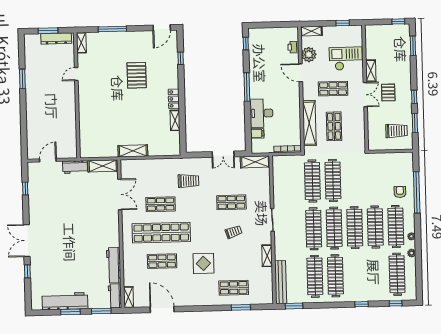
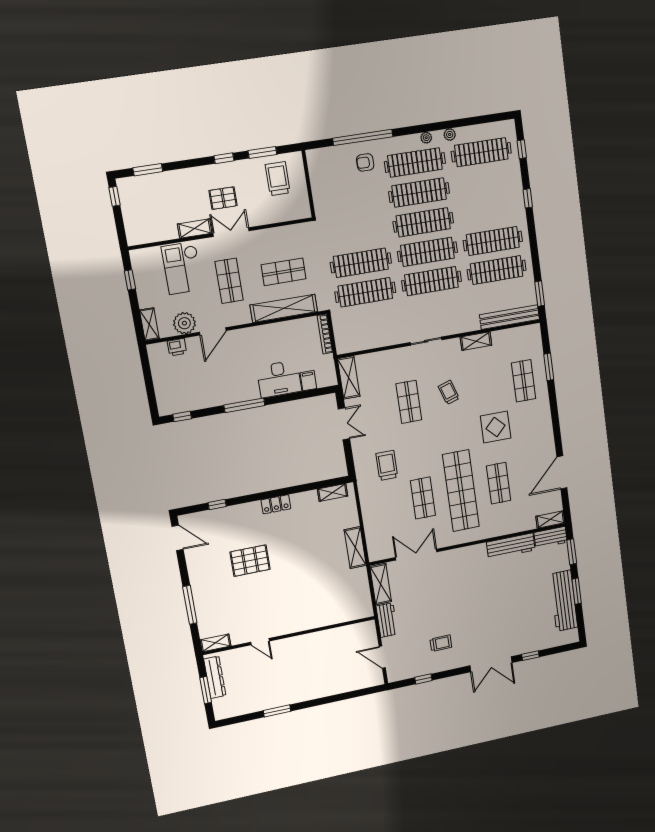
shelving: (175, 120) -> (333, 492), moved
trolley: (50, 205) -> (441, 643), added

